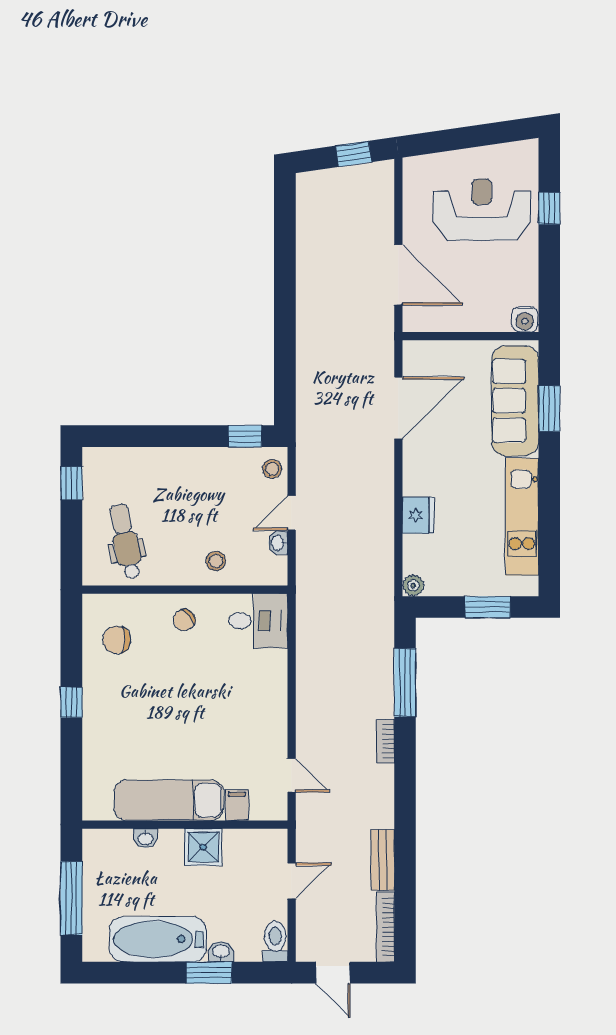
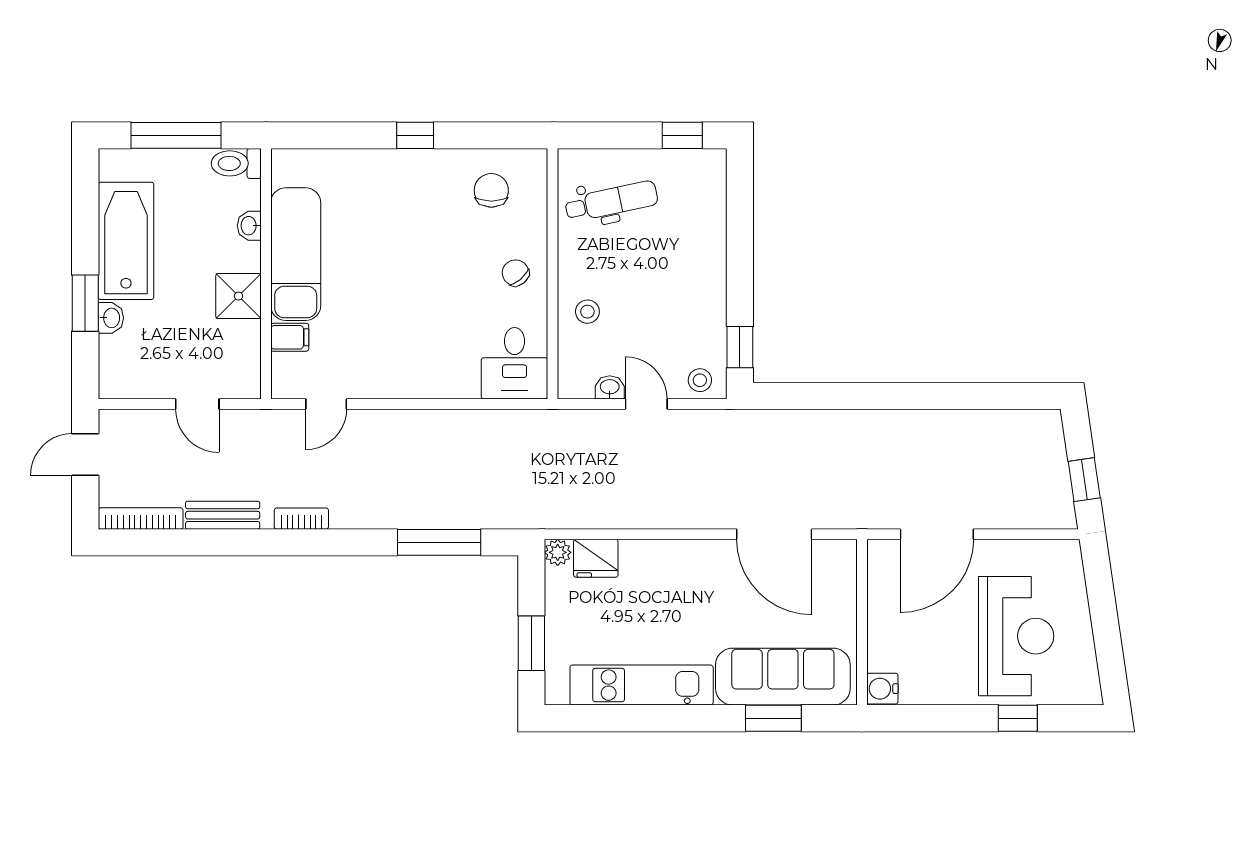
fridge: (418, 515) -> (596, 558), moved
bookcase: (386, 742) -> (301, 519), moved
toilet: (275, 942) -> (236, 163), moved, turned 180

